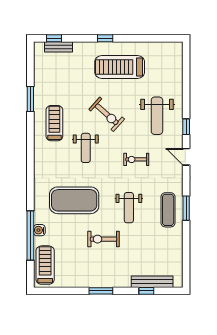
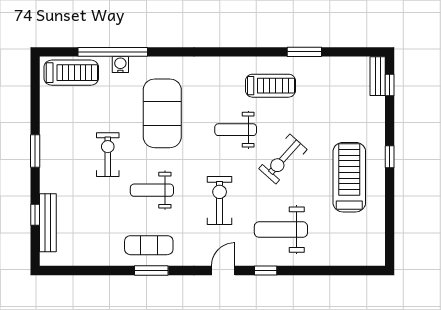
bench: (59, 47) -> (378, 76), moved
exercise bike: (136, 159) -> (220, 201), width x1.38, depth x1.39

